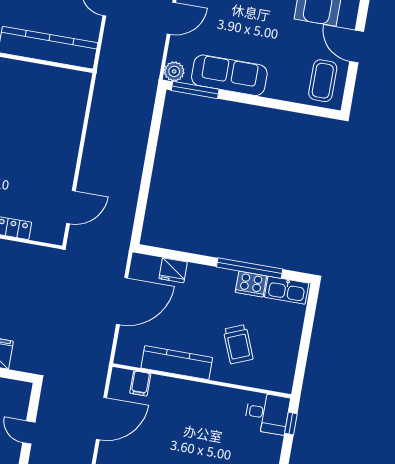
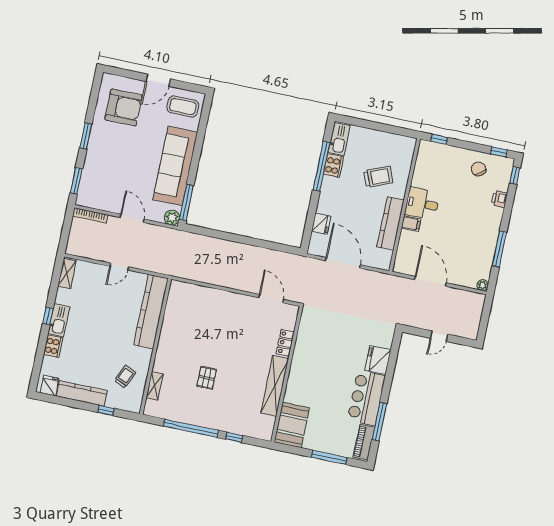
sofa: (229, 75) -> (175, 166), width x1.36, depth x1.27
filing cabinet: (140, 383) -> (411, 224), moved
desk: (267, 413) -> (422, 204), moved, turned -90

